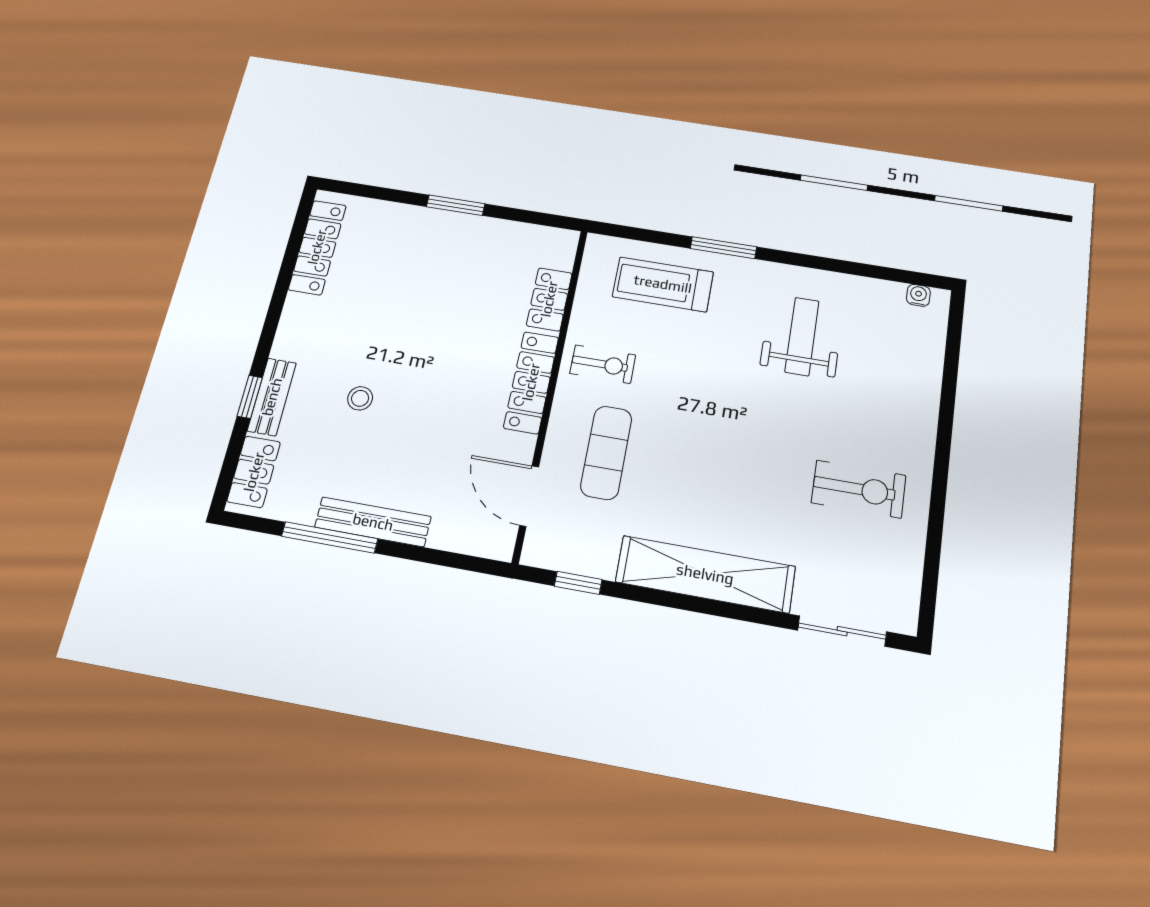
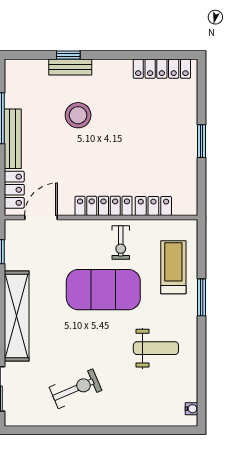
stool: (360, 398) -> (78, 115), width x1.89, depth x1.89
exercise mat: (606, 452) -> (103, 290), moved, width x2.00, depth x1.45
locker: (254, 472) -> (14, 190), moved, turned -90
exercise bike: (859, 489) -> (76, 389), turned -113

